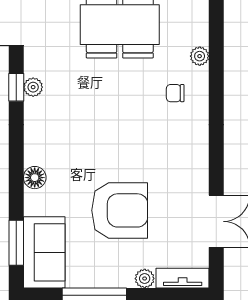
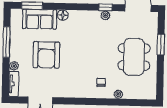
sofa: (44, 252) -> (40, 19), moved

